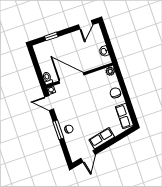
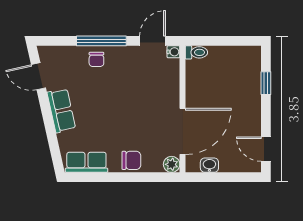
door: (71, 78) -> (182, 131), moved
window: (58, 130) -> (101, 41), width x1.44

